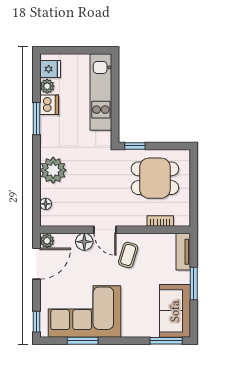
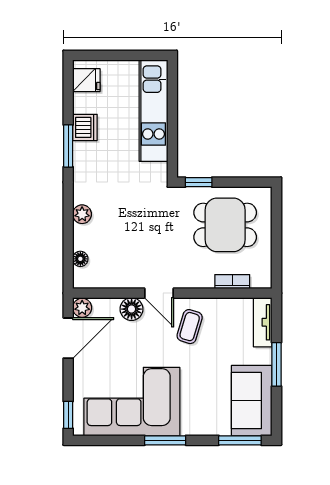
plant: (47, 86) -> (82, 103), removed
plant: (53, 170) -> (82, 214), width x0.53, depth x0.53
window: (83, 341) -> (165, 440), moved

